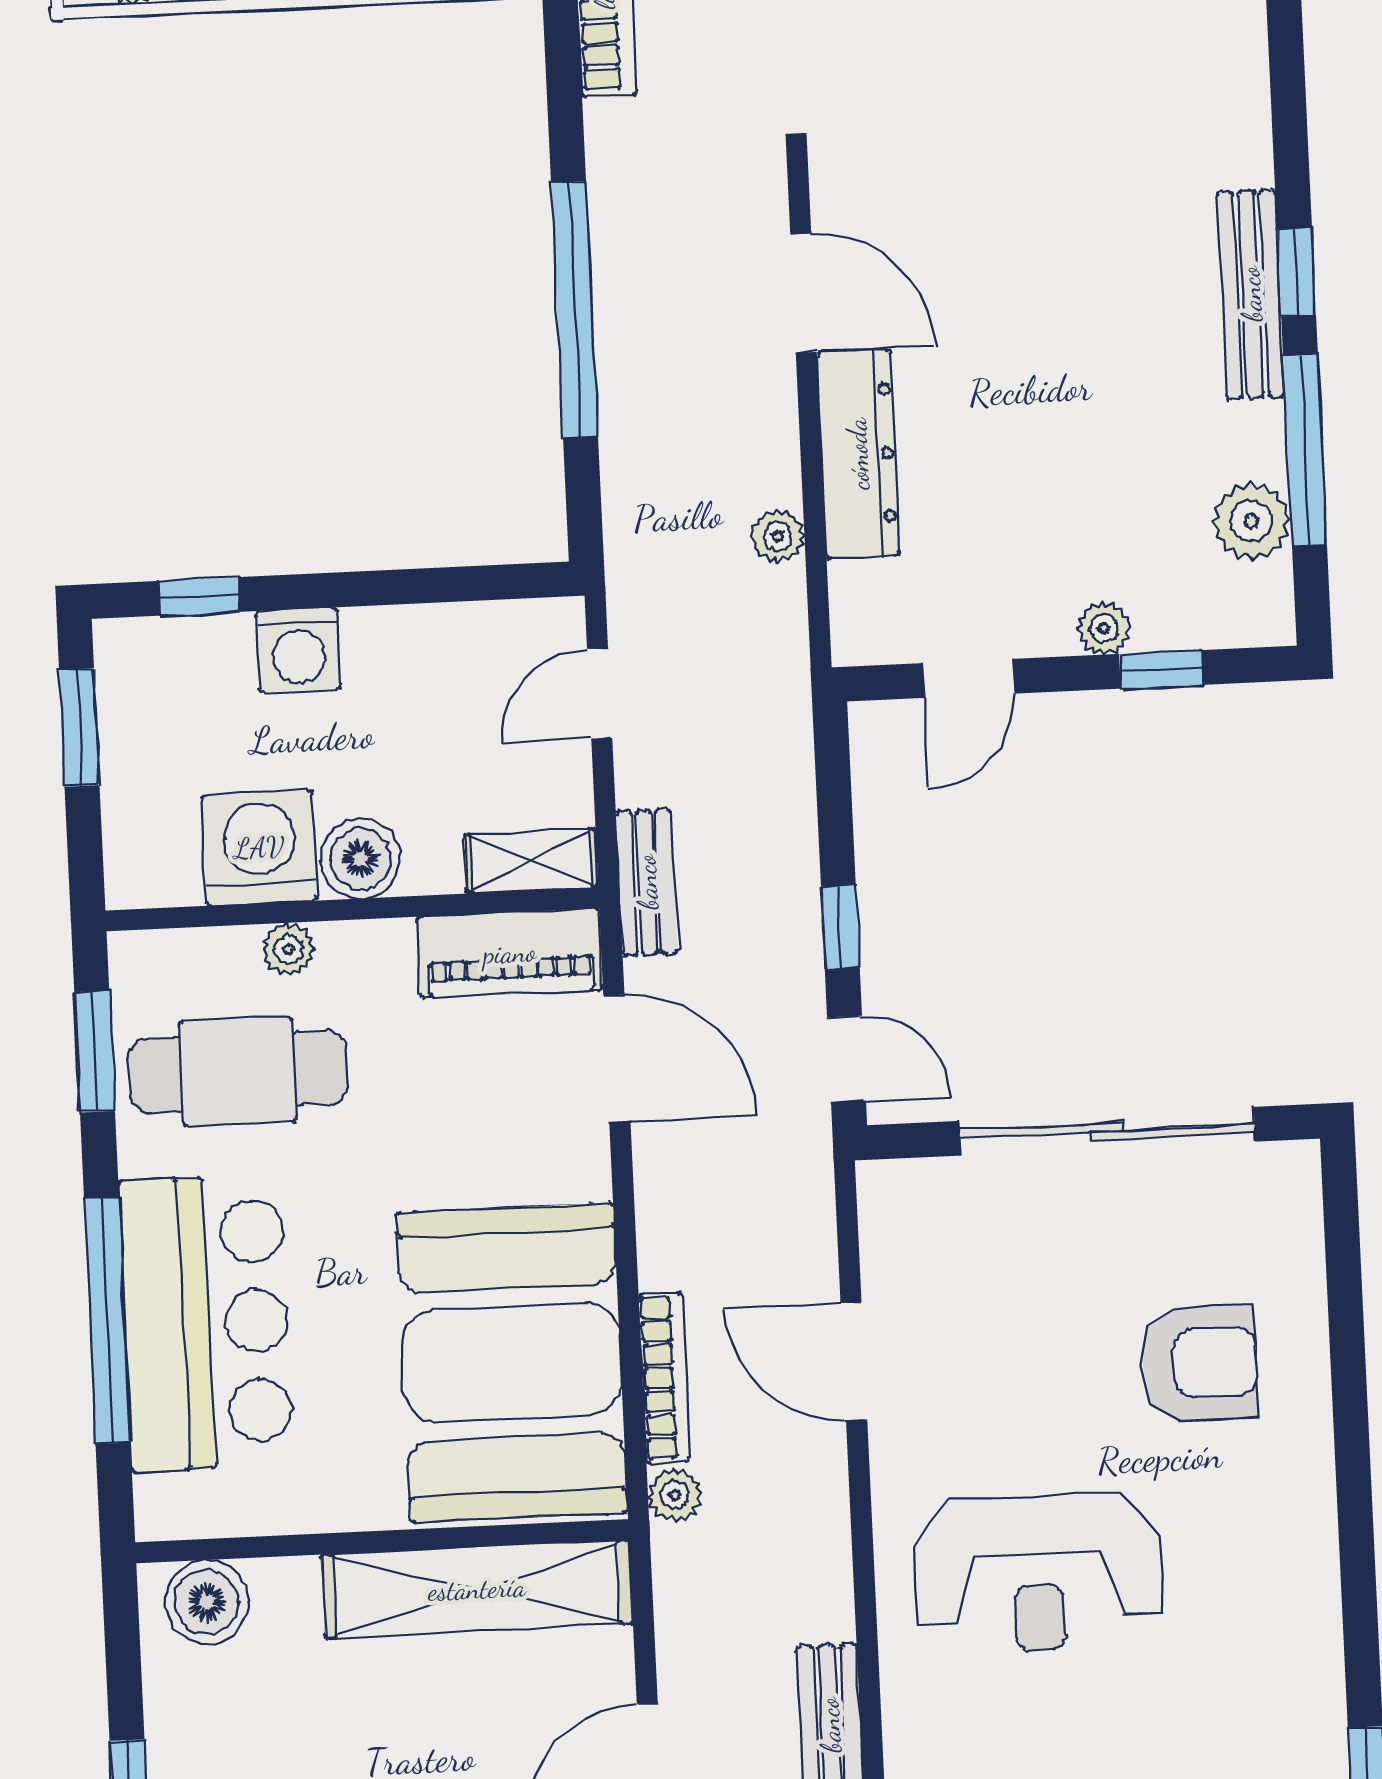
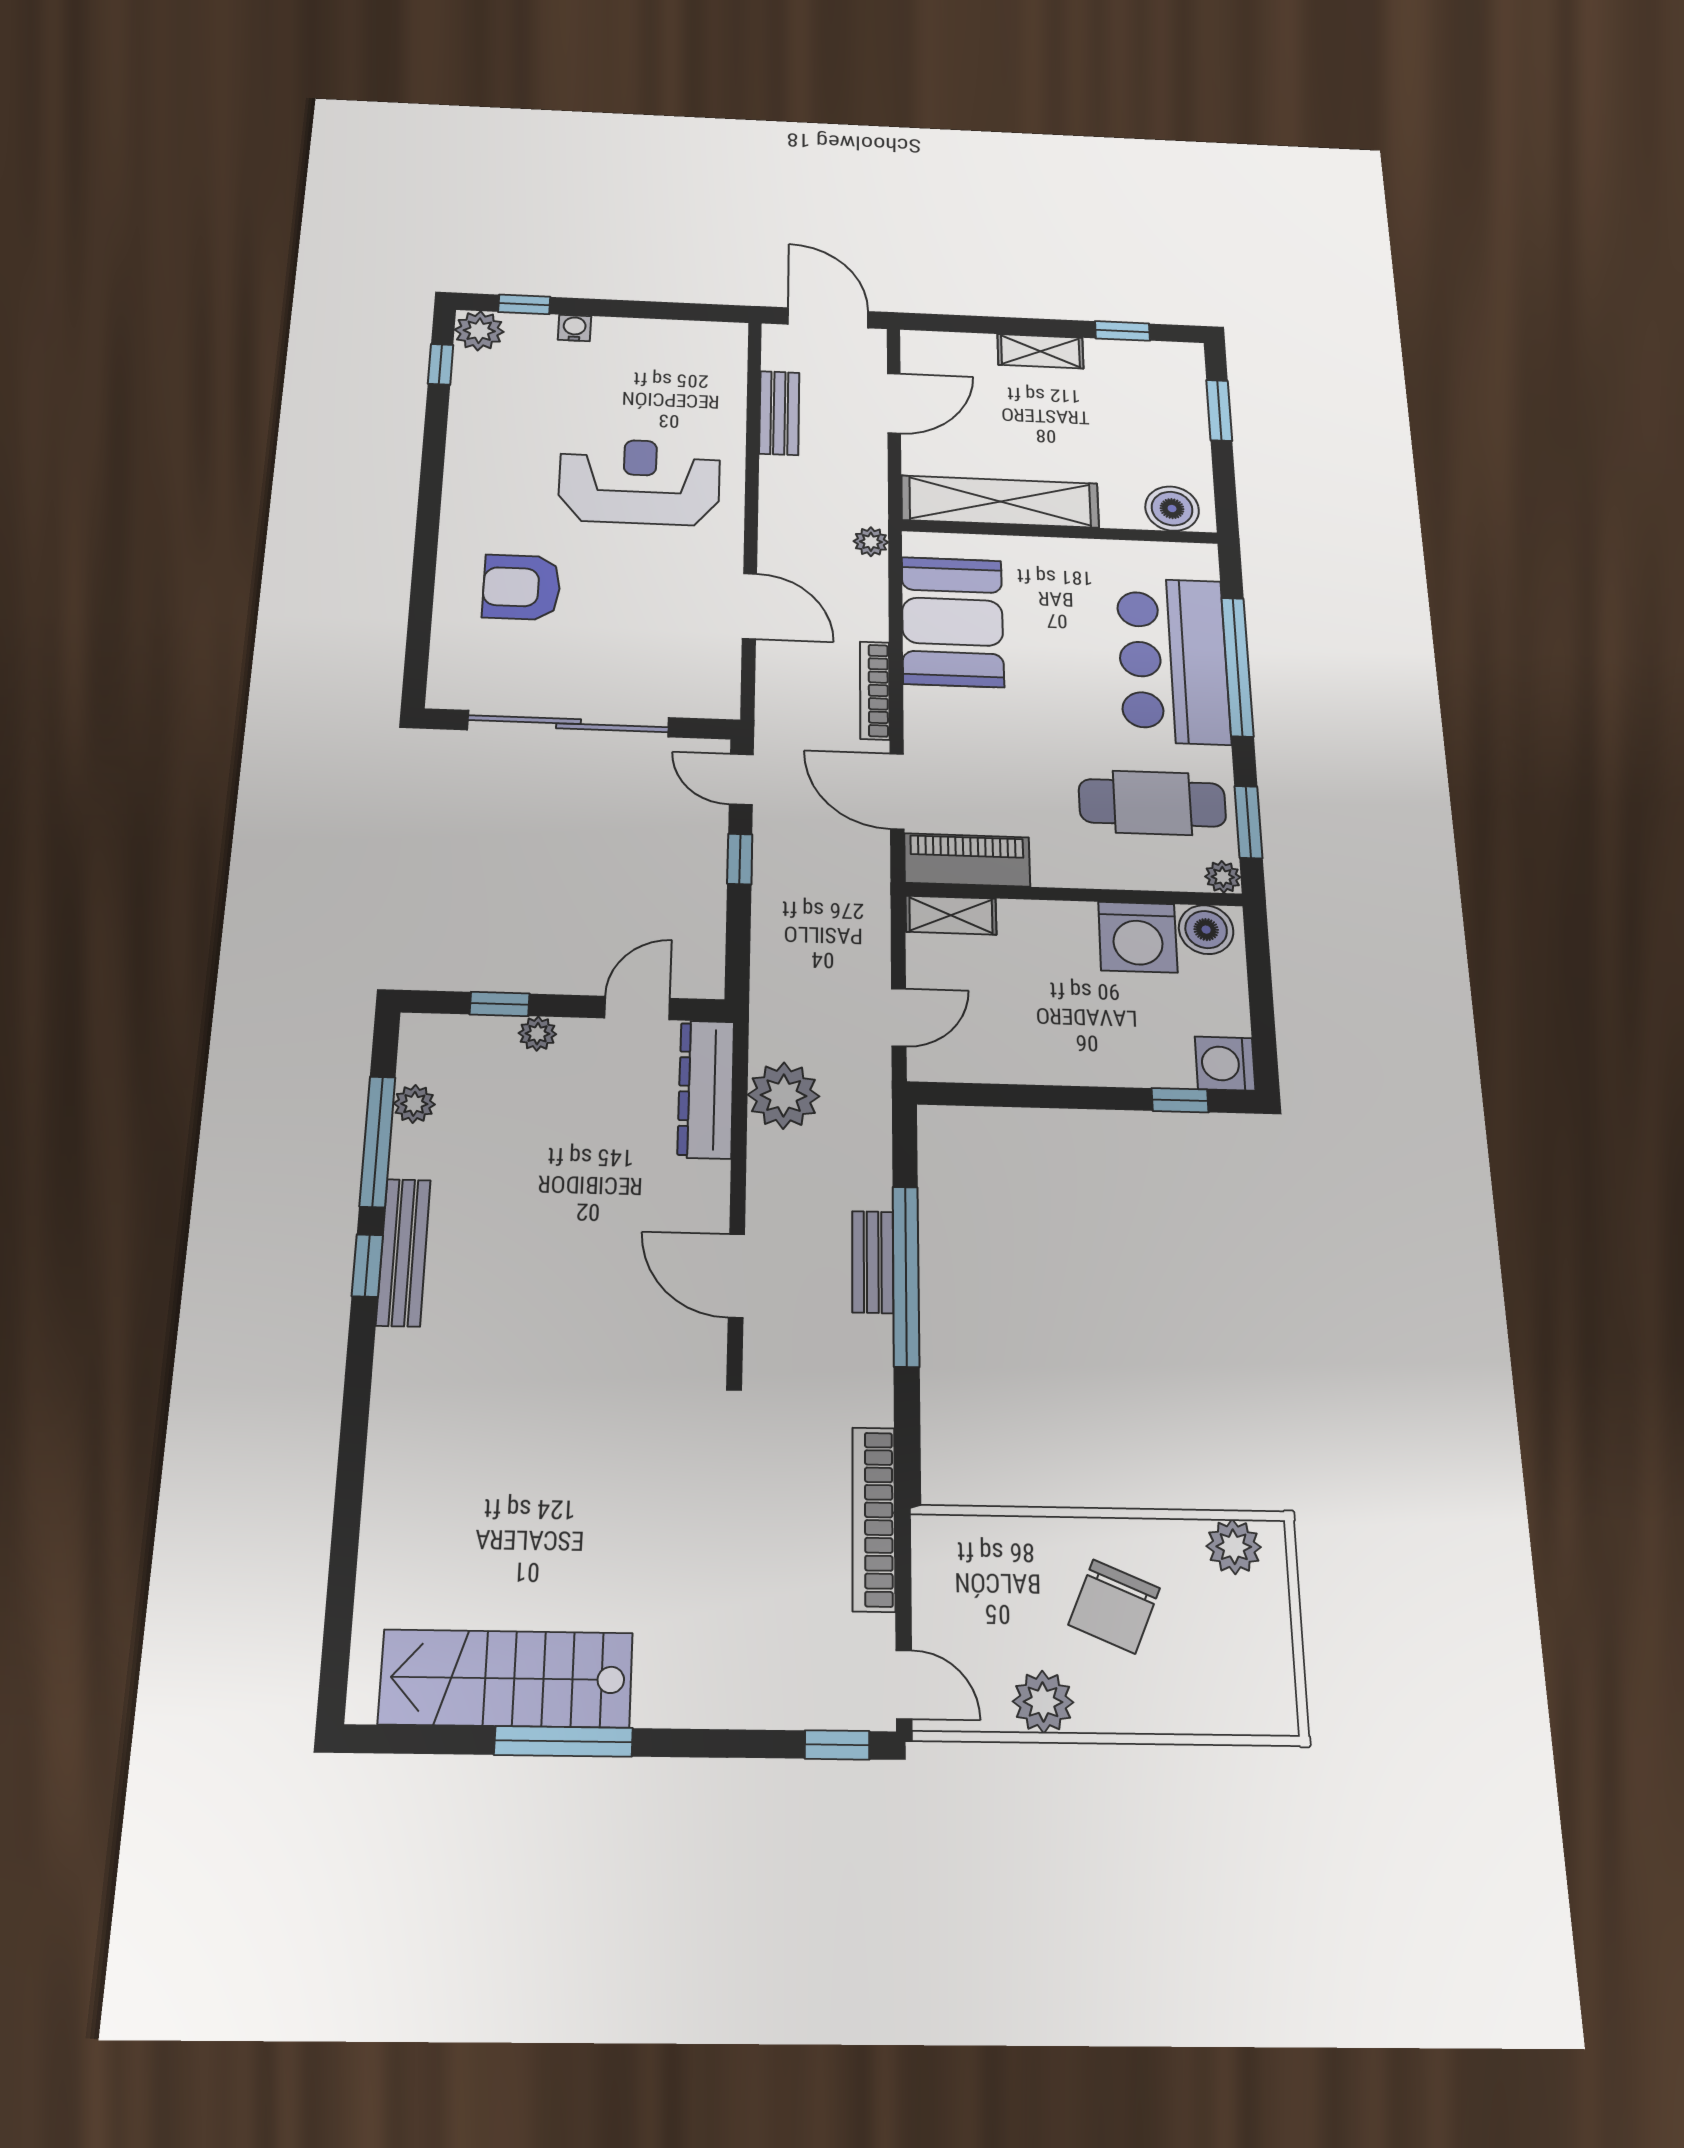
dresser: (858, 454) -> (706, 1089), moved
plant: (1252, 521) -> (414, 1104), width x0.73, depth x0.73
plant: (778, 536) -> (784, 1096), width x1.88, depth x1.88
washing machine: (298, 650) -> (1225, 1064), moved, turned -90
window: (79, 728) -> (1263, 1022), removed
boiler: (360, 859) -> (1206, 930), moved
bench: (647, 882) -> (873, 1262), moved
plant: (288, 949) -> (1223, 877), moved
booth: (512, 1363) -> (953, 622), width x0.73, depth x0.70
bookcase: (664, 1378) -> (875, 690), moved

